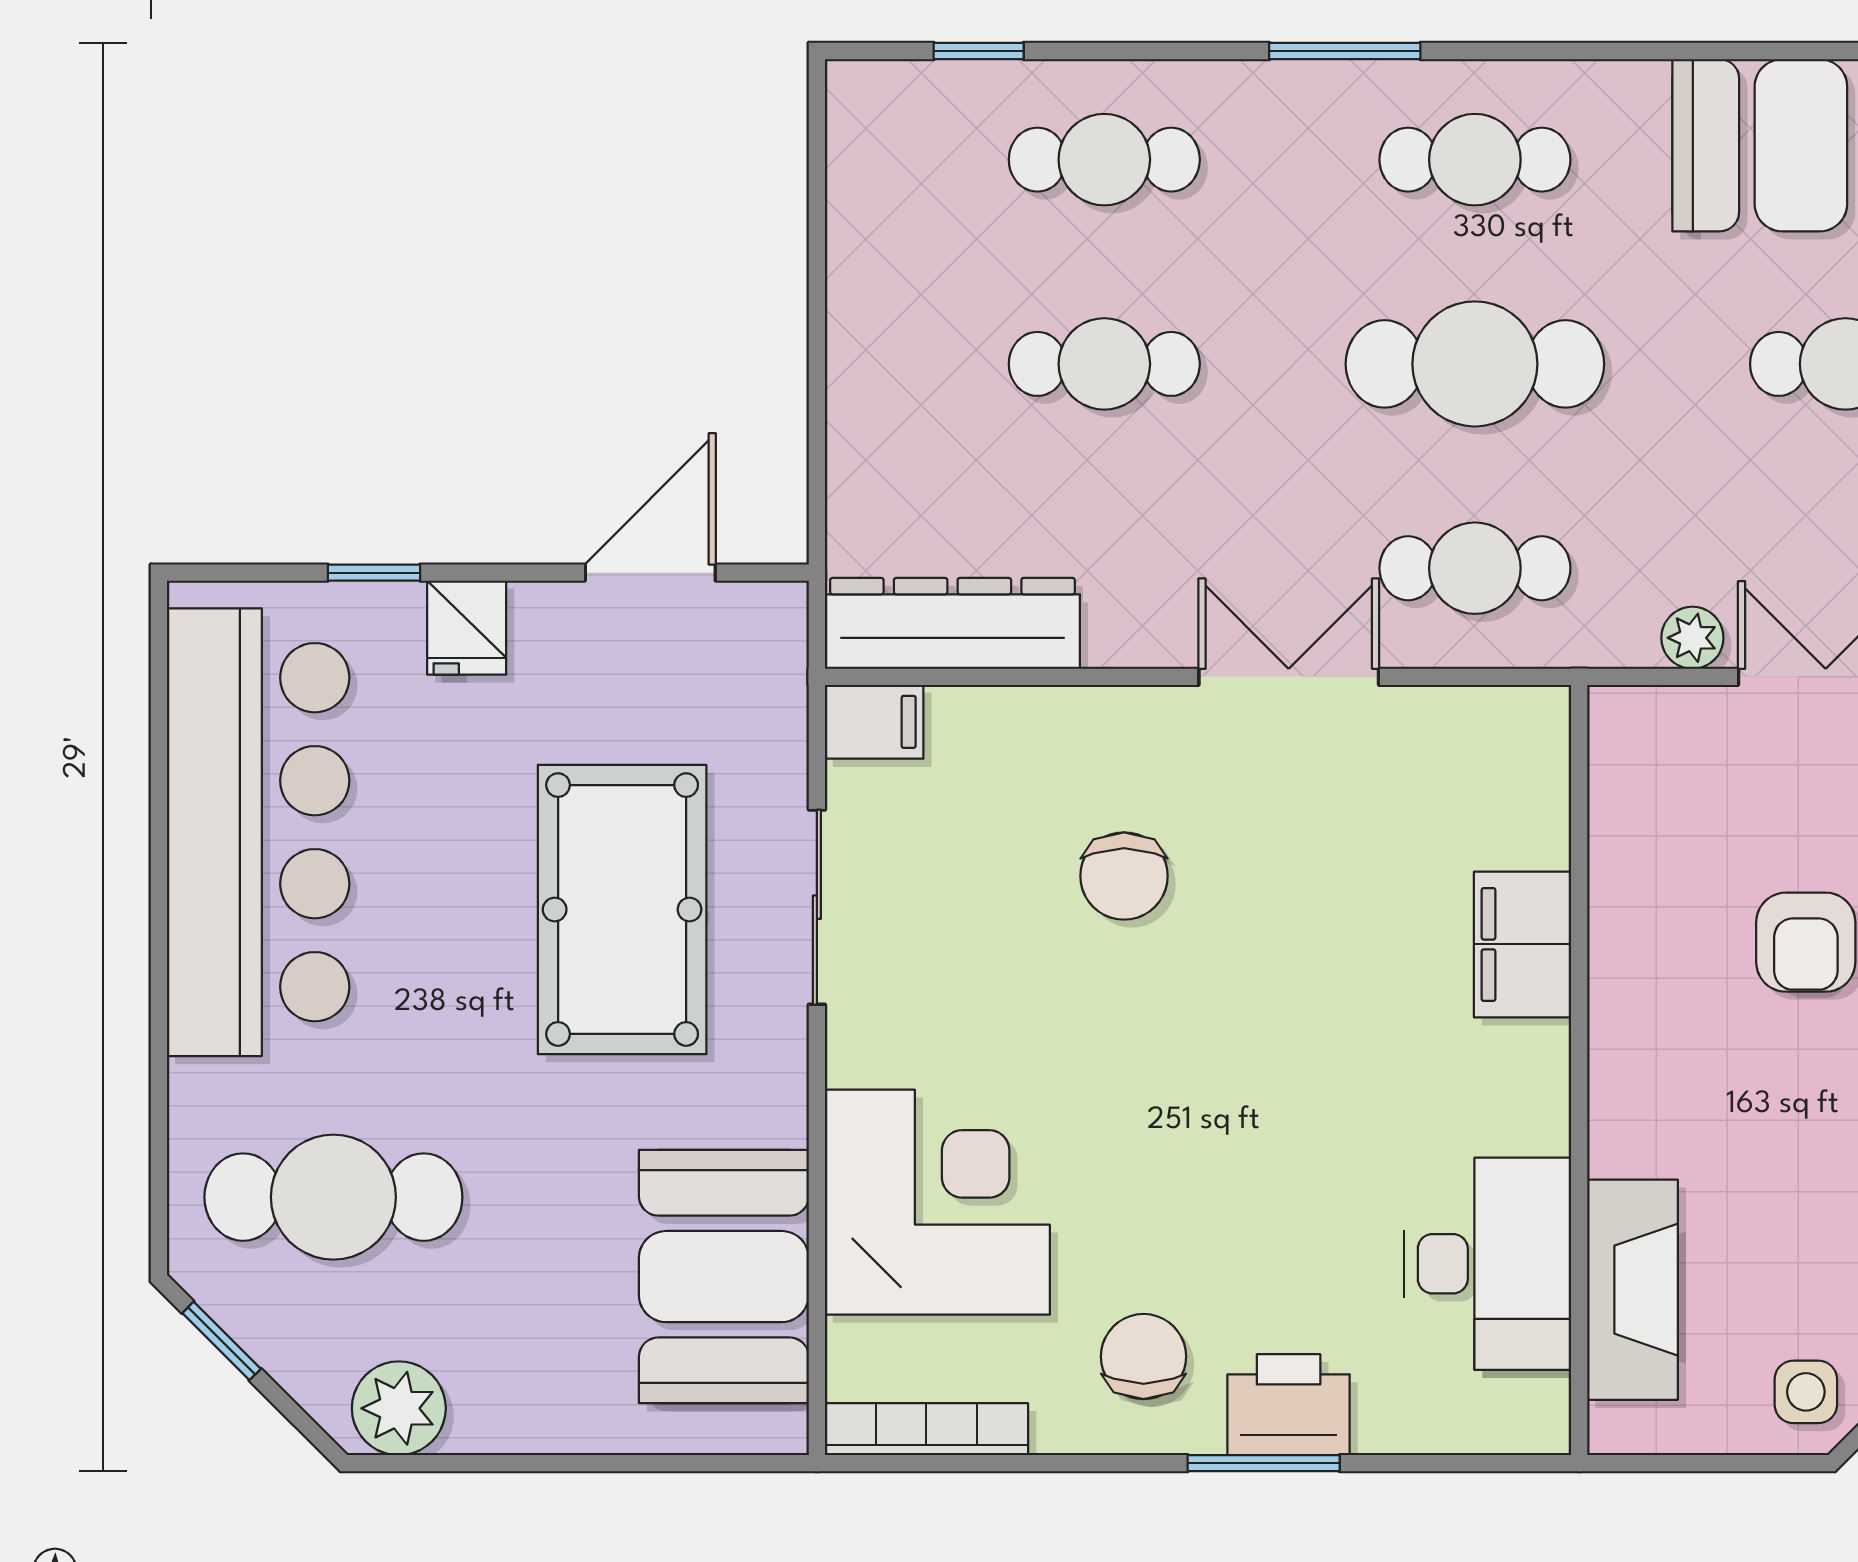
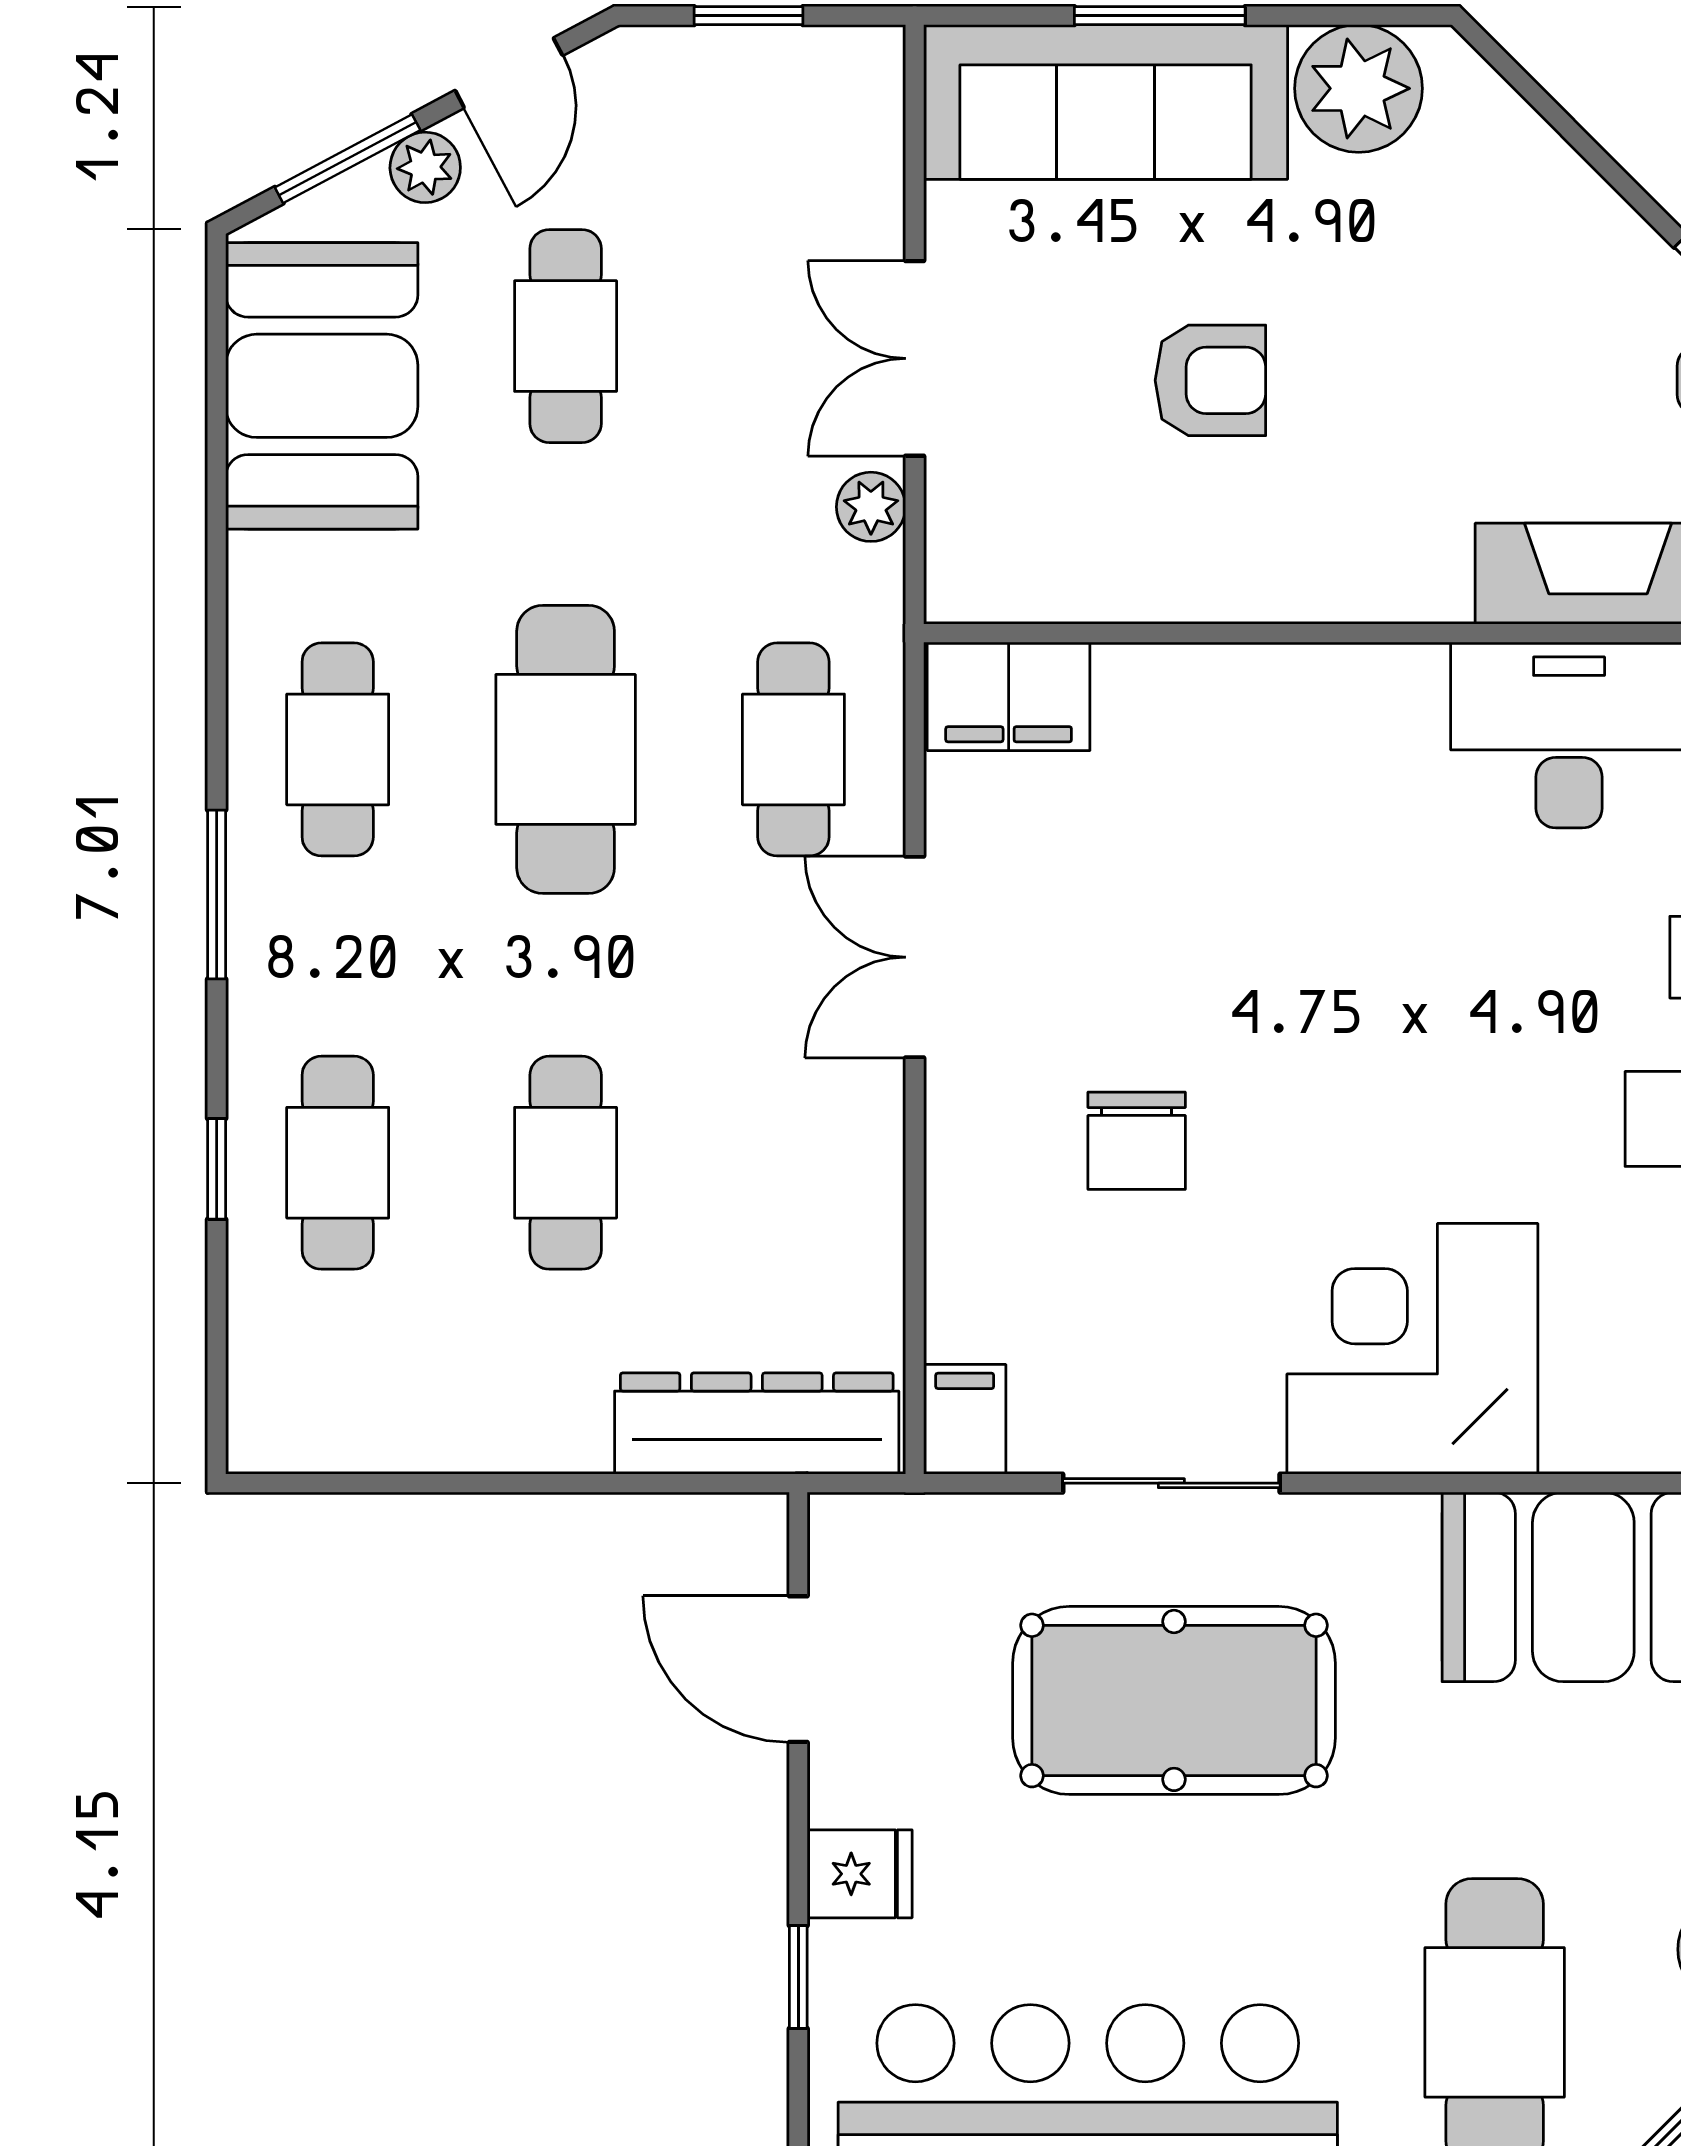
window: (979, 51) -> (217, 1169), moved
dresser: (952, 623) -> (757, 1424), moved, turned 90
chair: (1124, 876) -> (1137, 1141), turned 90
filing cabinet: (1523, 944) -> (1009, 696), moved
corner desk: (937, 1202) -> (1412, 1349), moved

